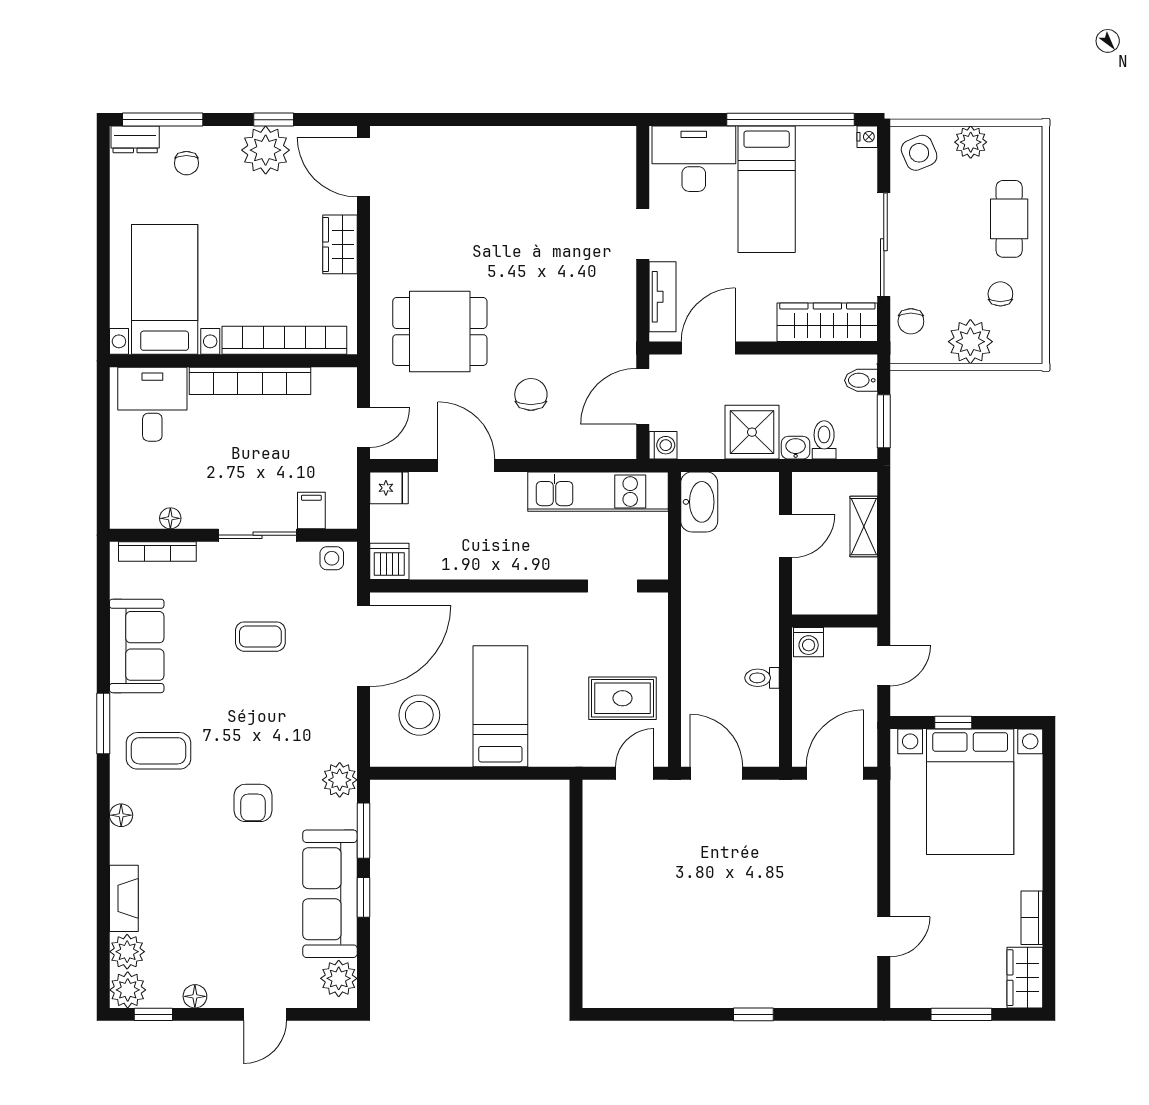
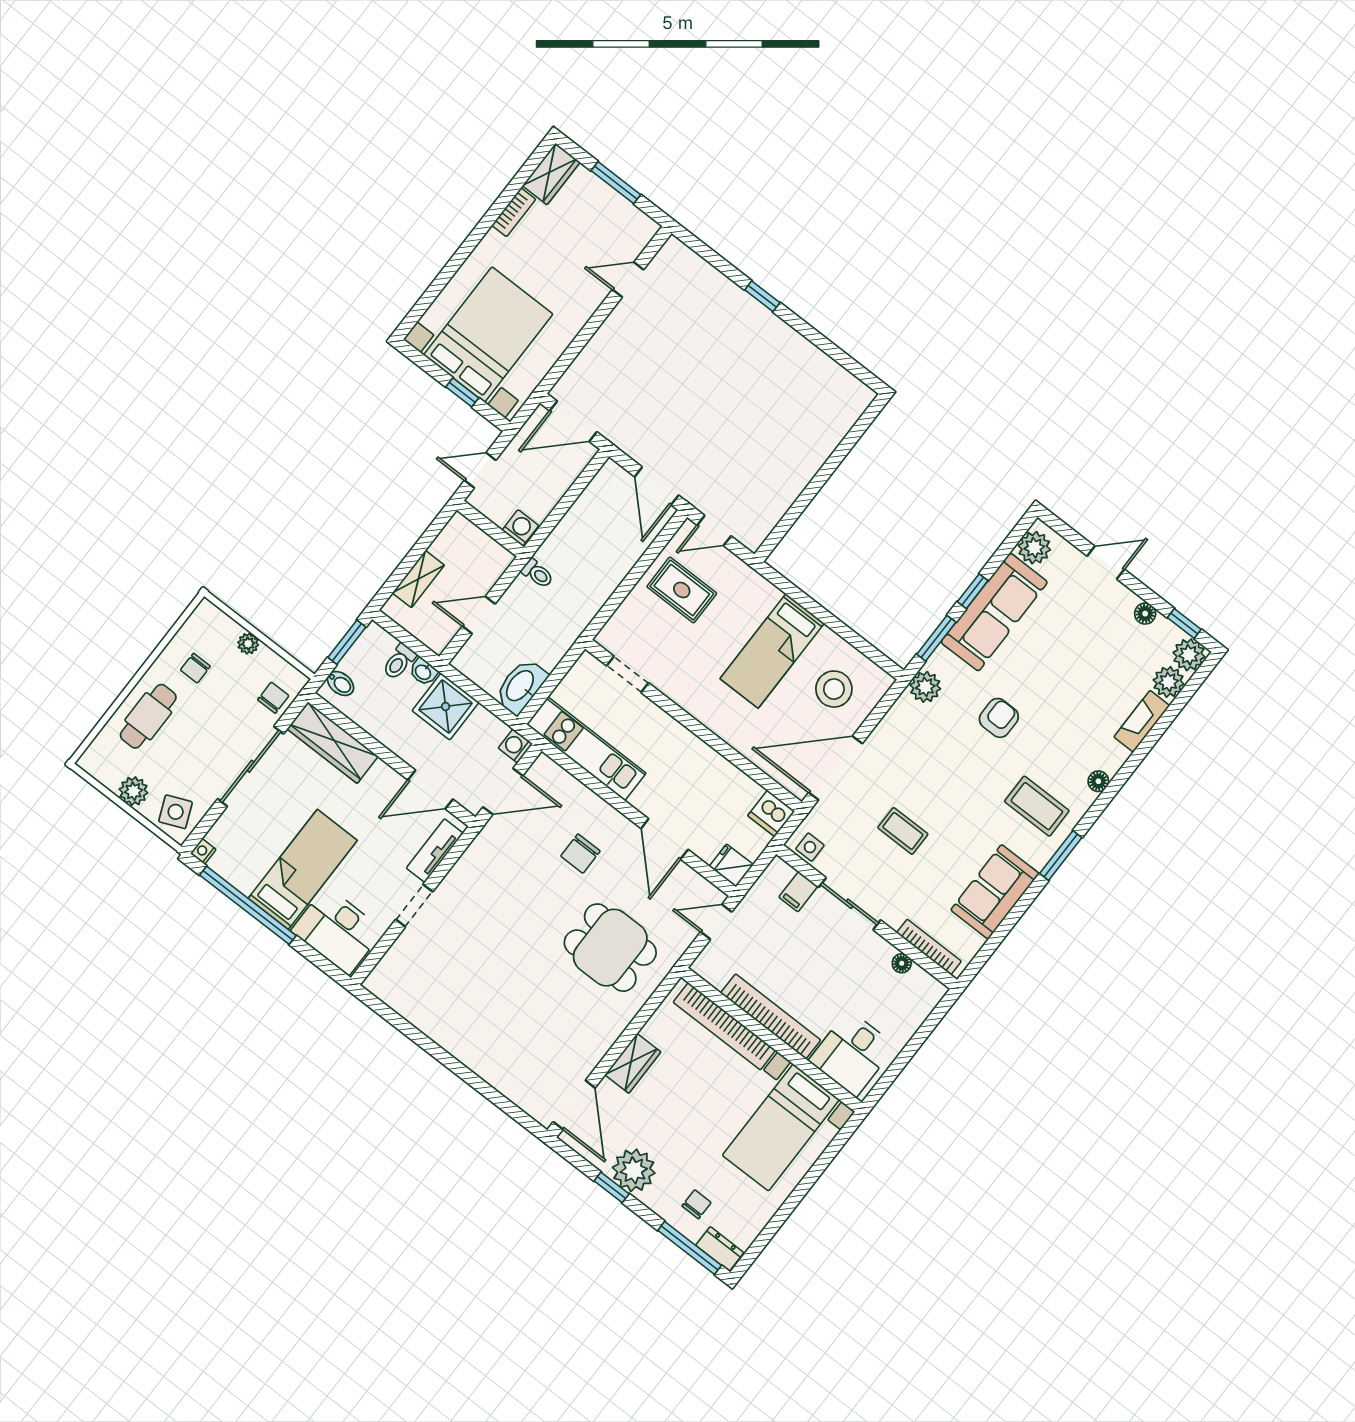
plant: (970, 342) -> (248, 644), width x0.53, depth x0.53
toilet: (762, 678) -> (537, 573), moved

